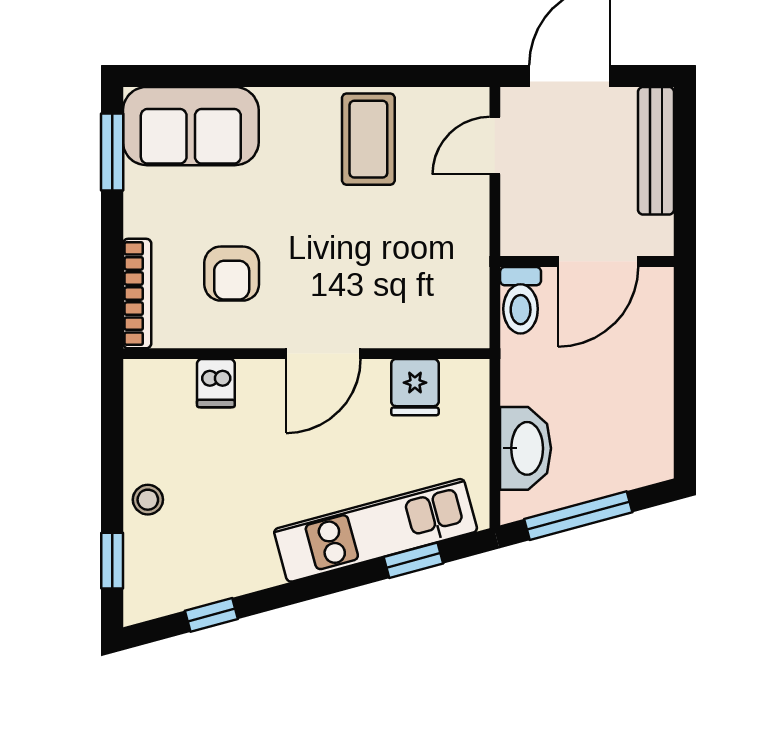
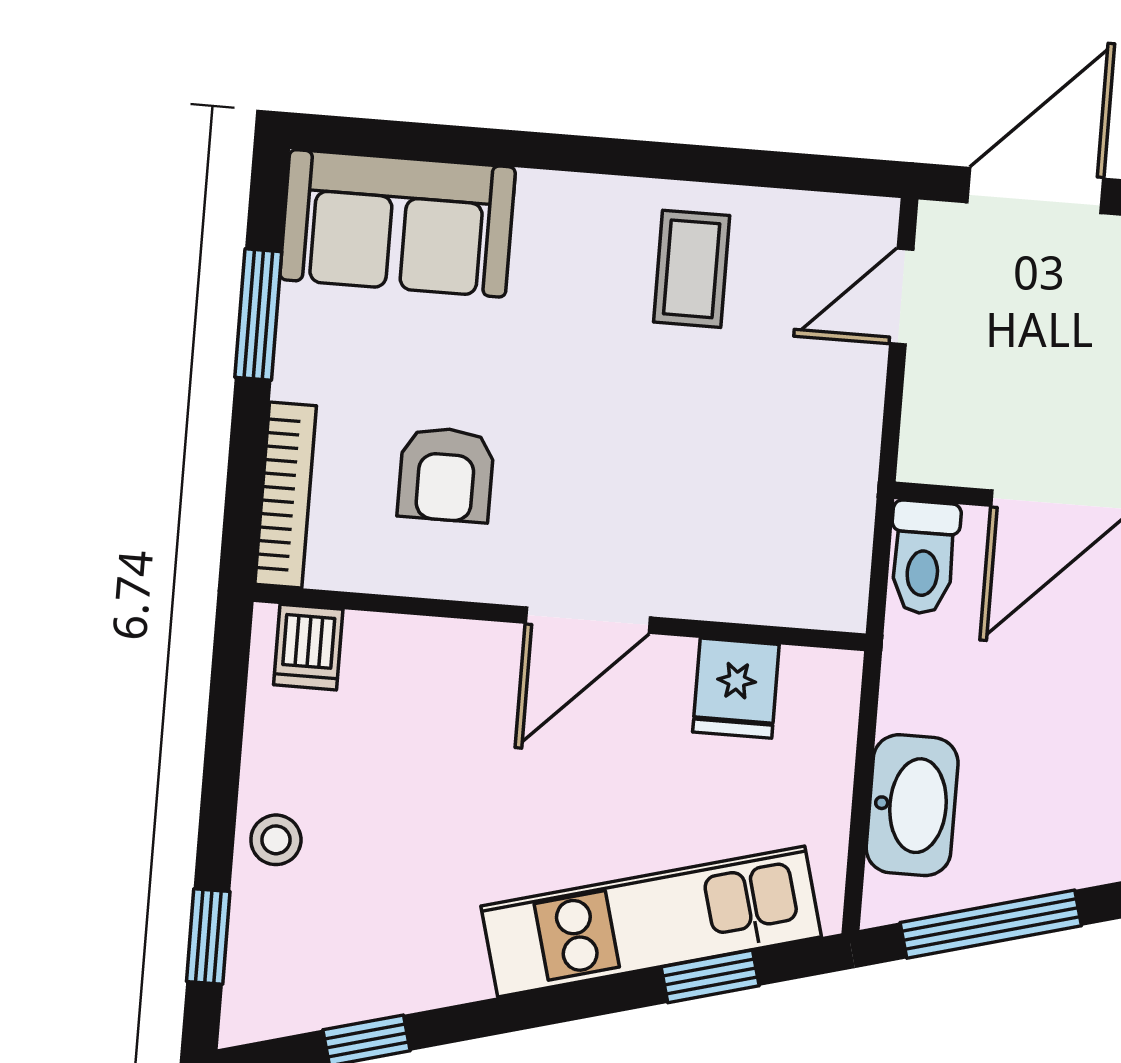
coffee table: (368, 139) -> (692, 269), width x0.73, depth x0.77
window: (112, 152) -> (258, 314), moved
dishwasher: (216, 383) -> (308, 647), moved

